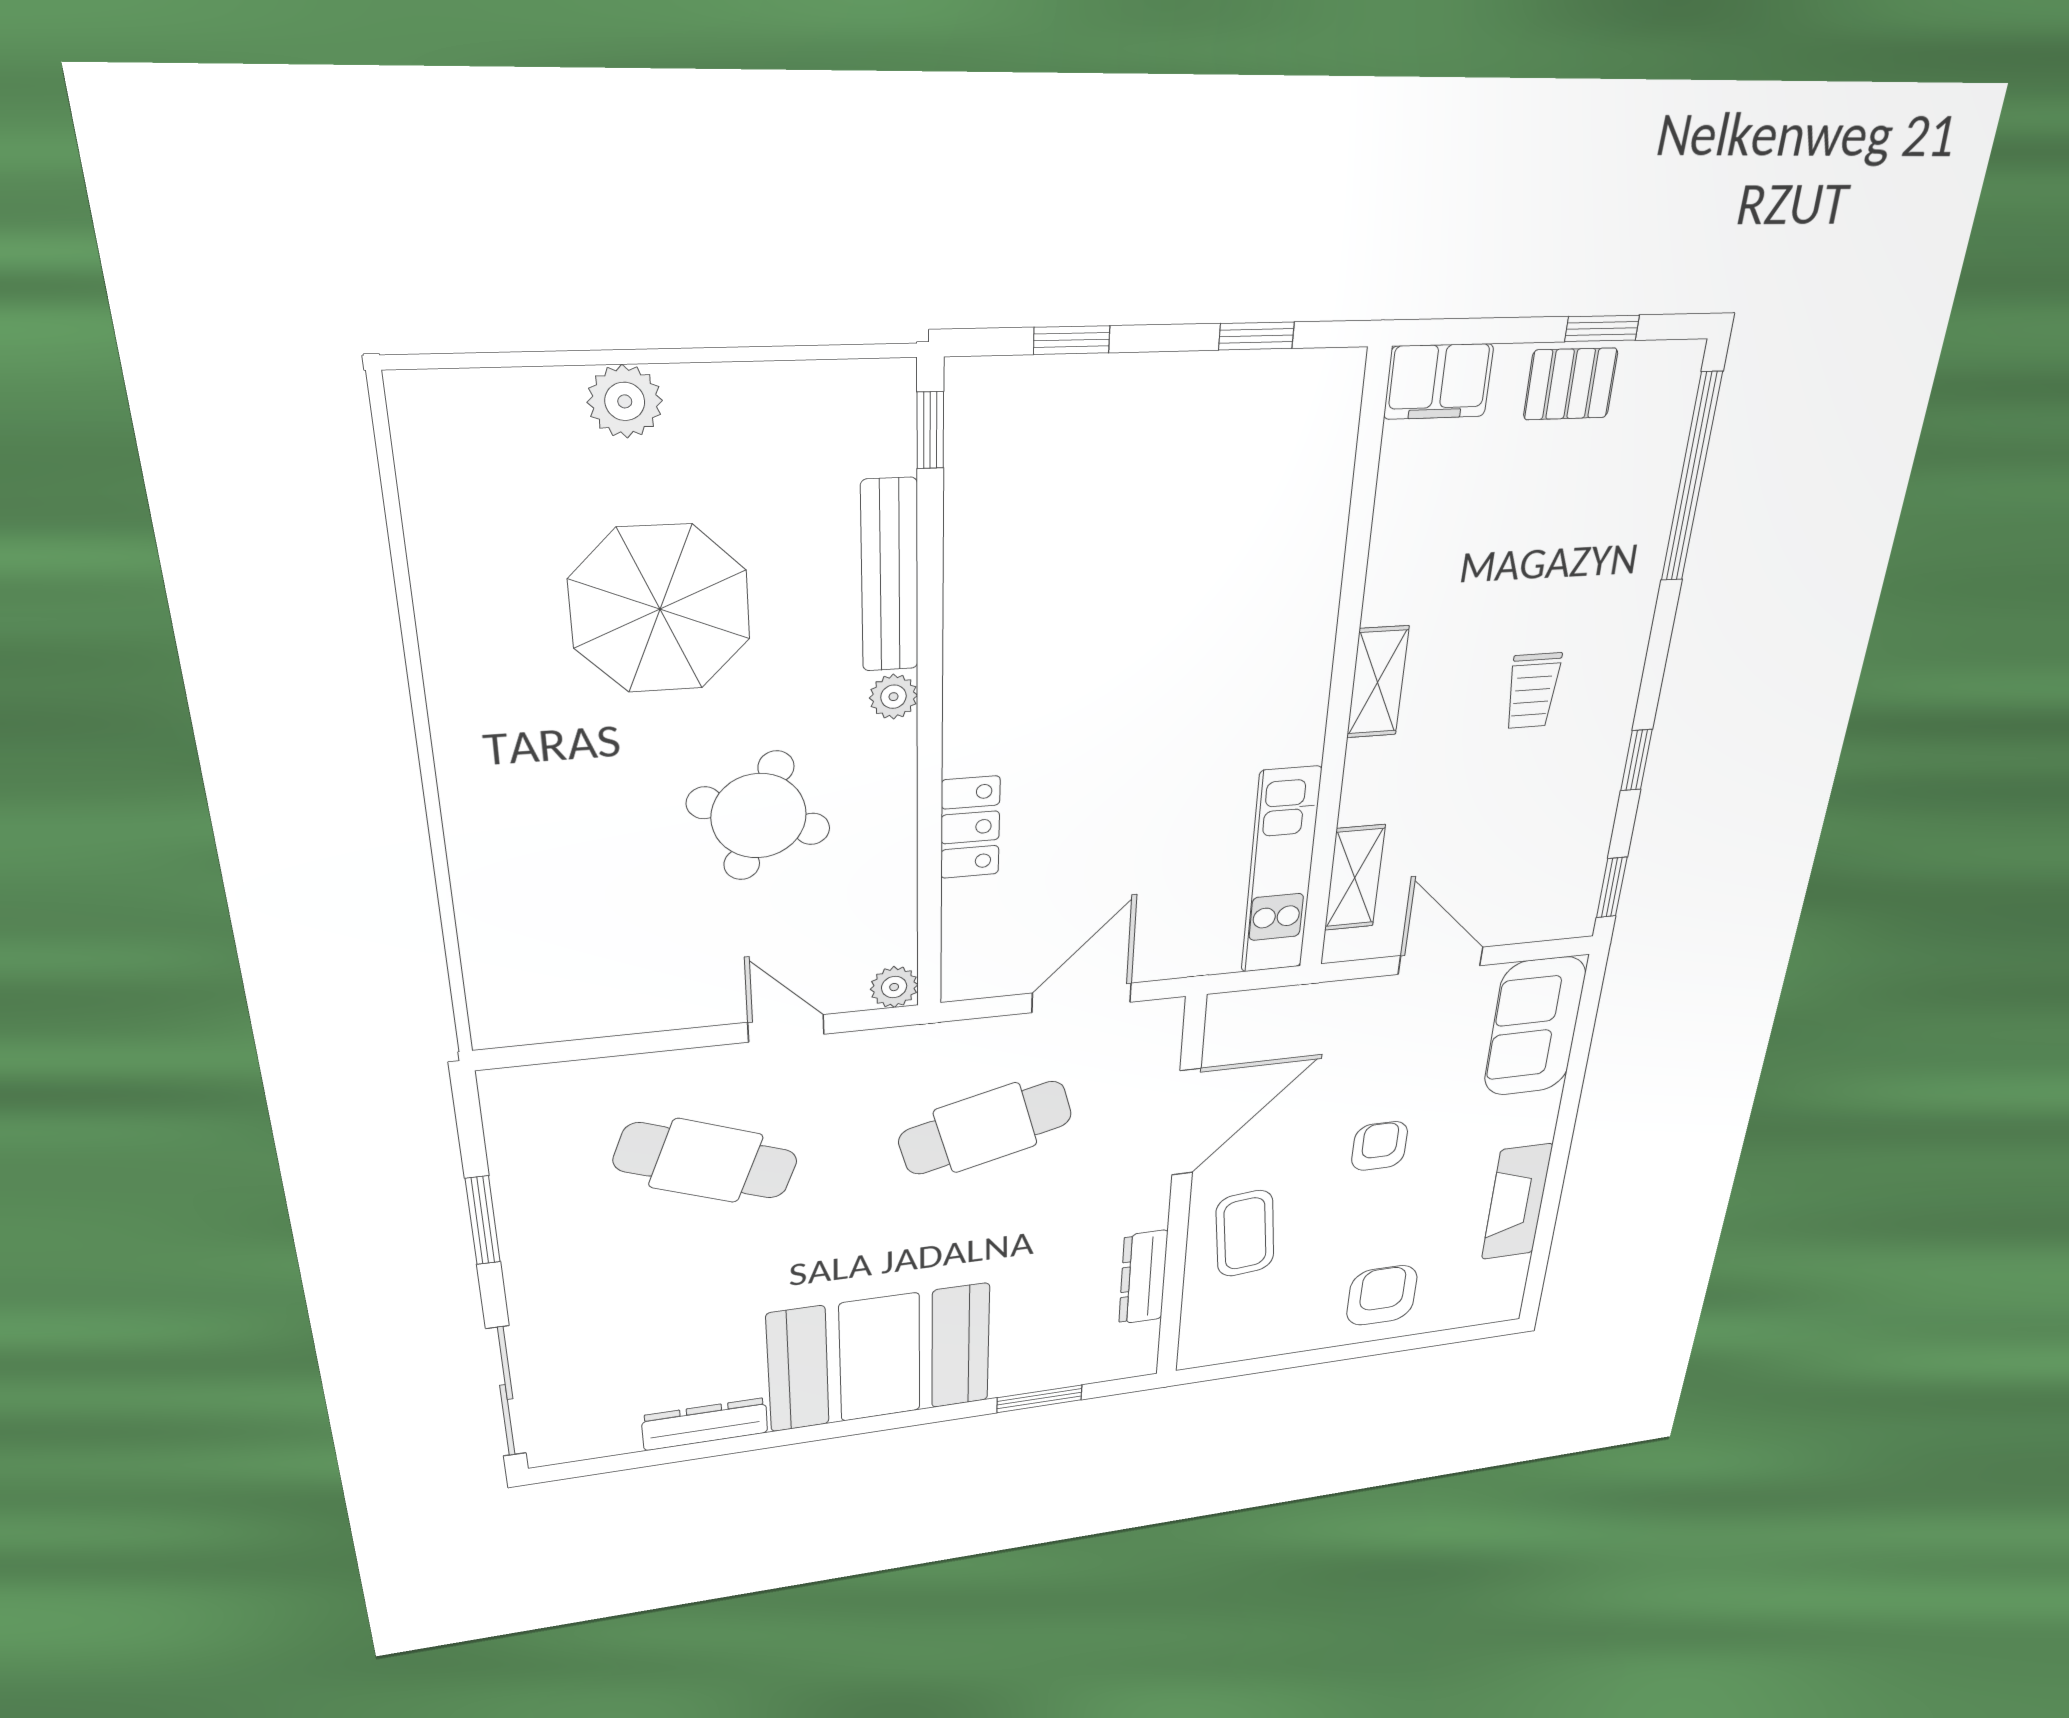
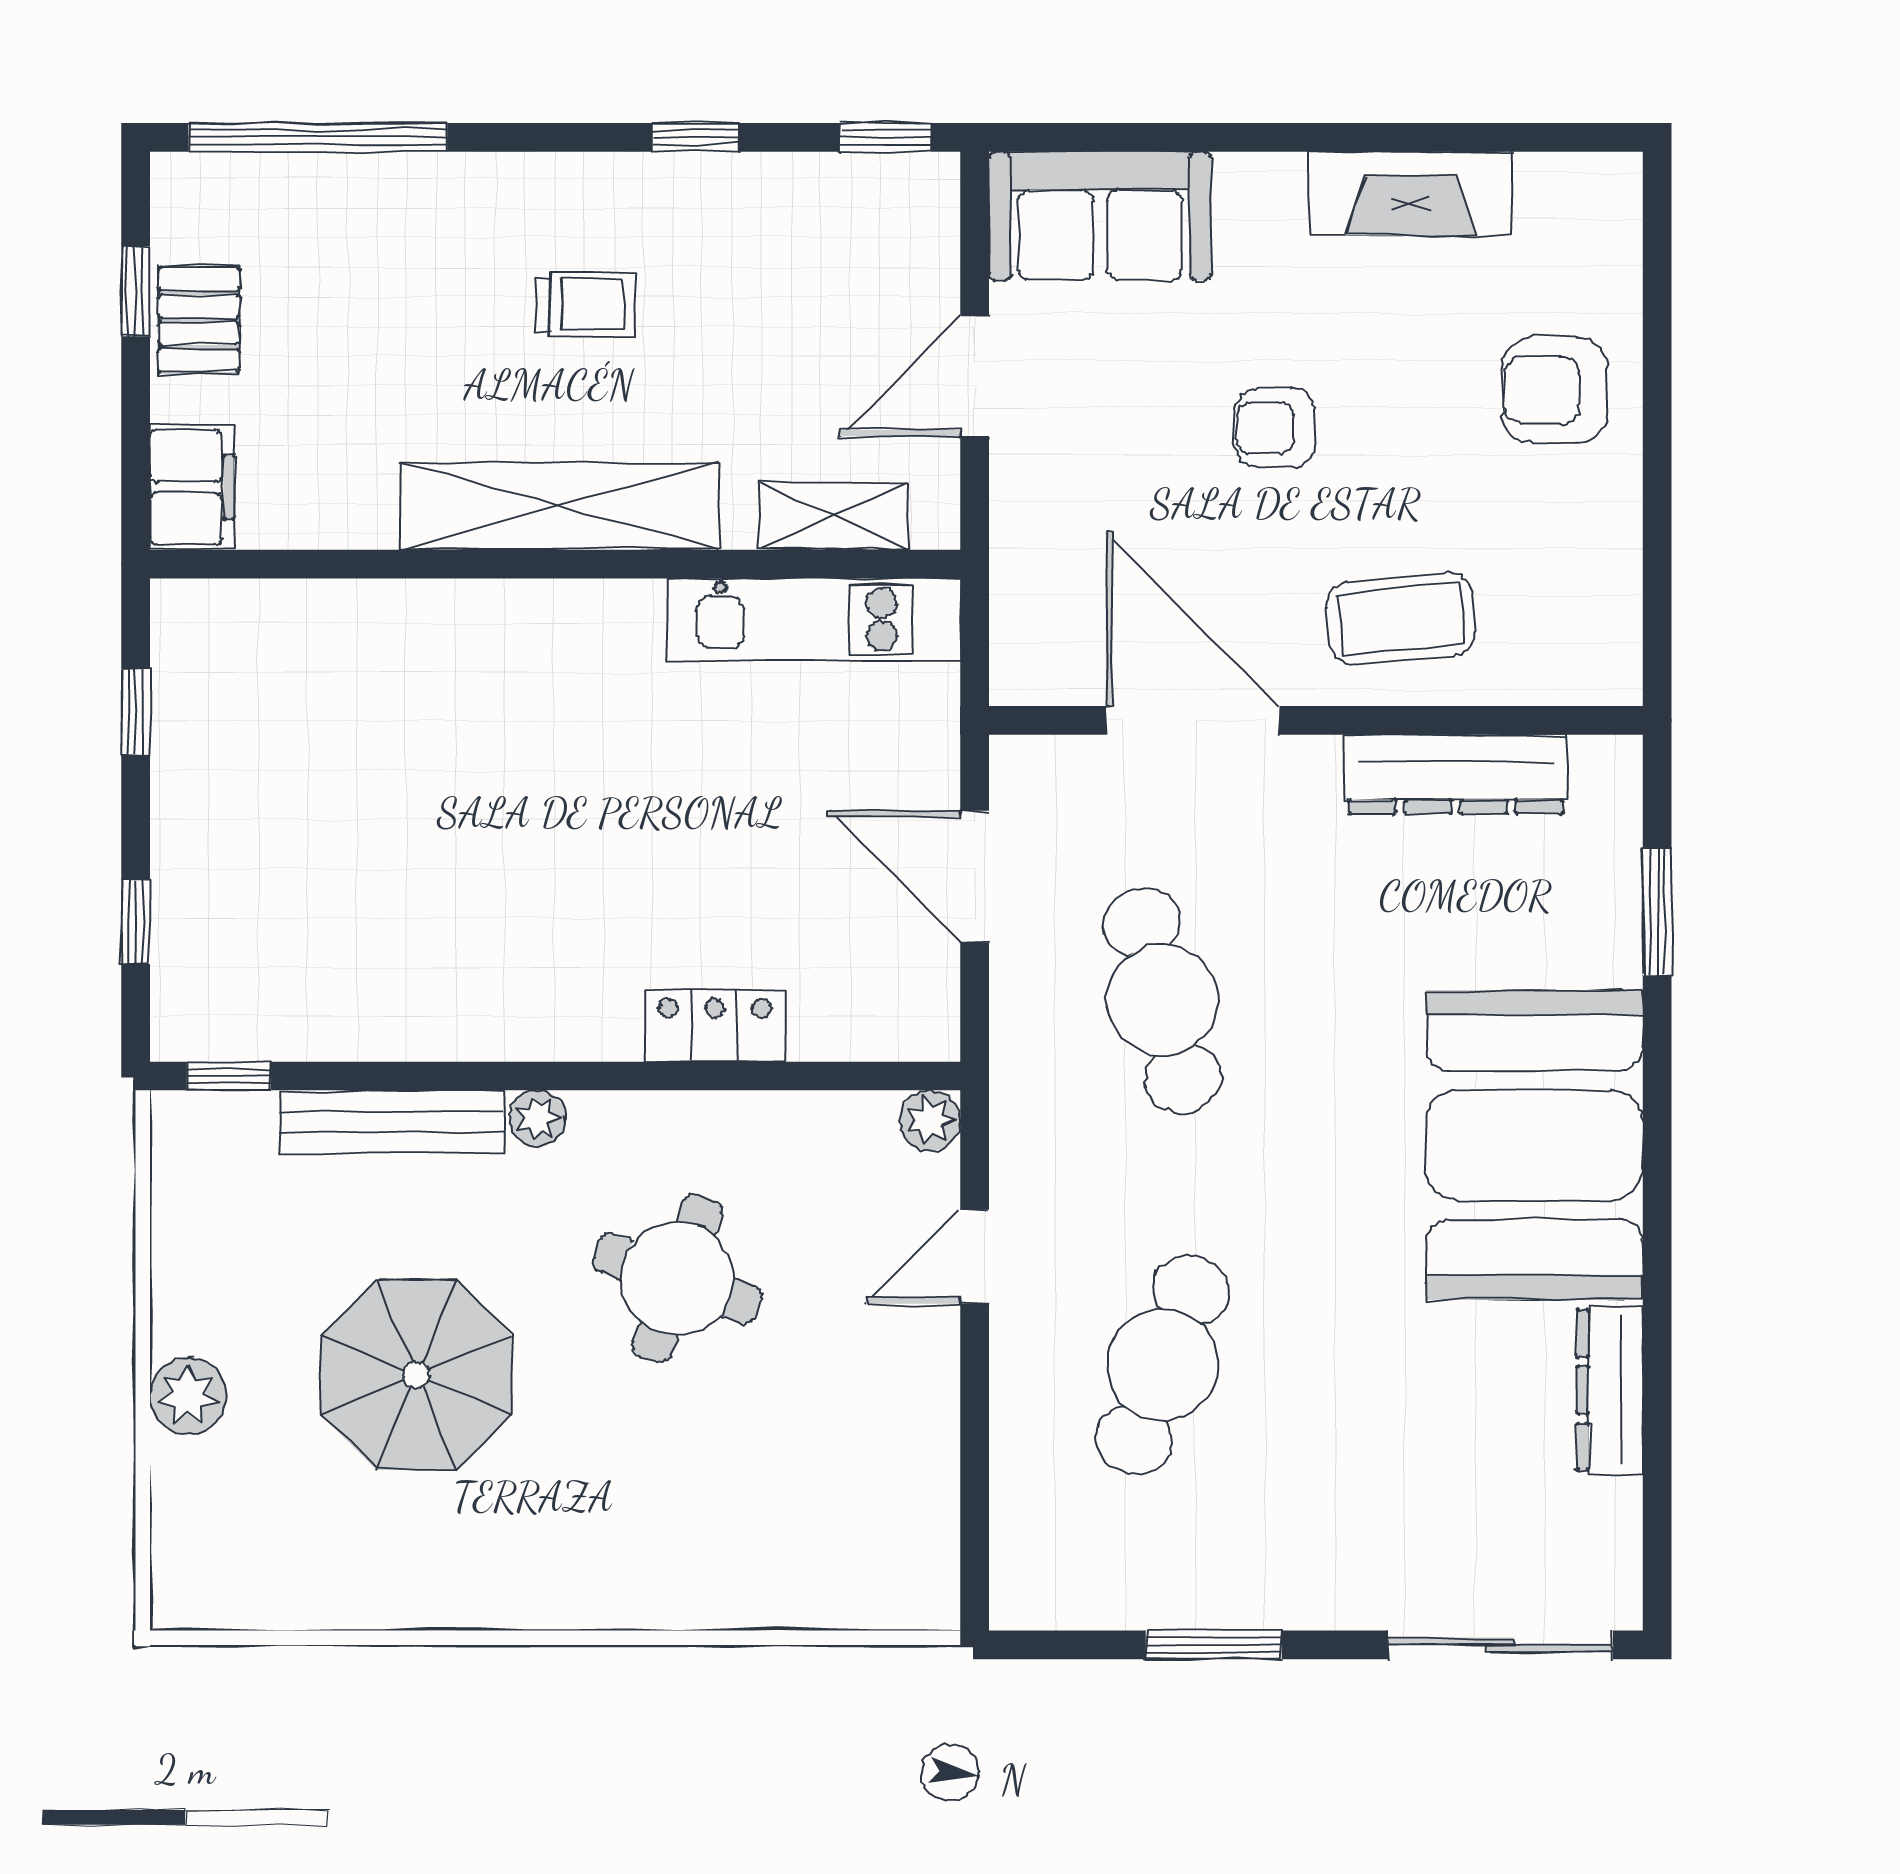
shelving: (1378, 682) -> (560, 506), width x2.20, depth x1.33
dresser: (1143, 1277) -> (1456, 774), width x1.37, depth x1.24

